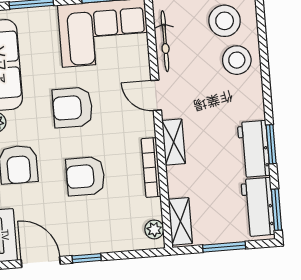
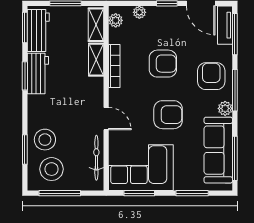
window: (263, 44) -> (25, 150), added
shelving: (174, 142) -> (96, 60), moved
plant: (123, 243) -> (139, 12), added

